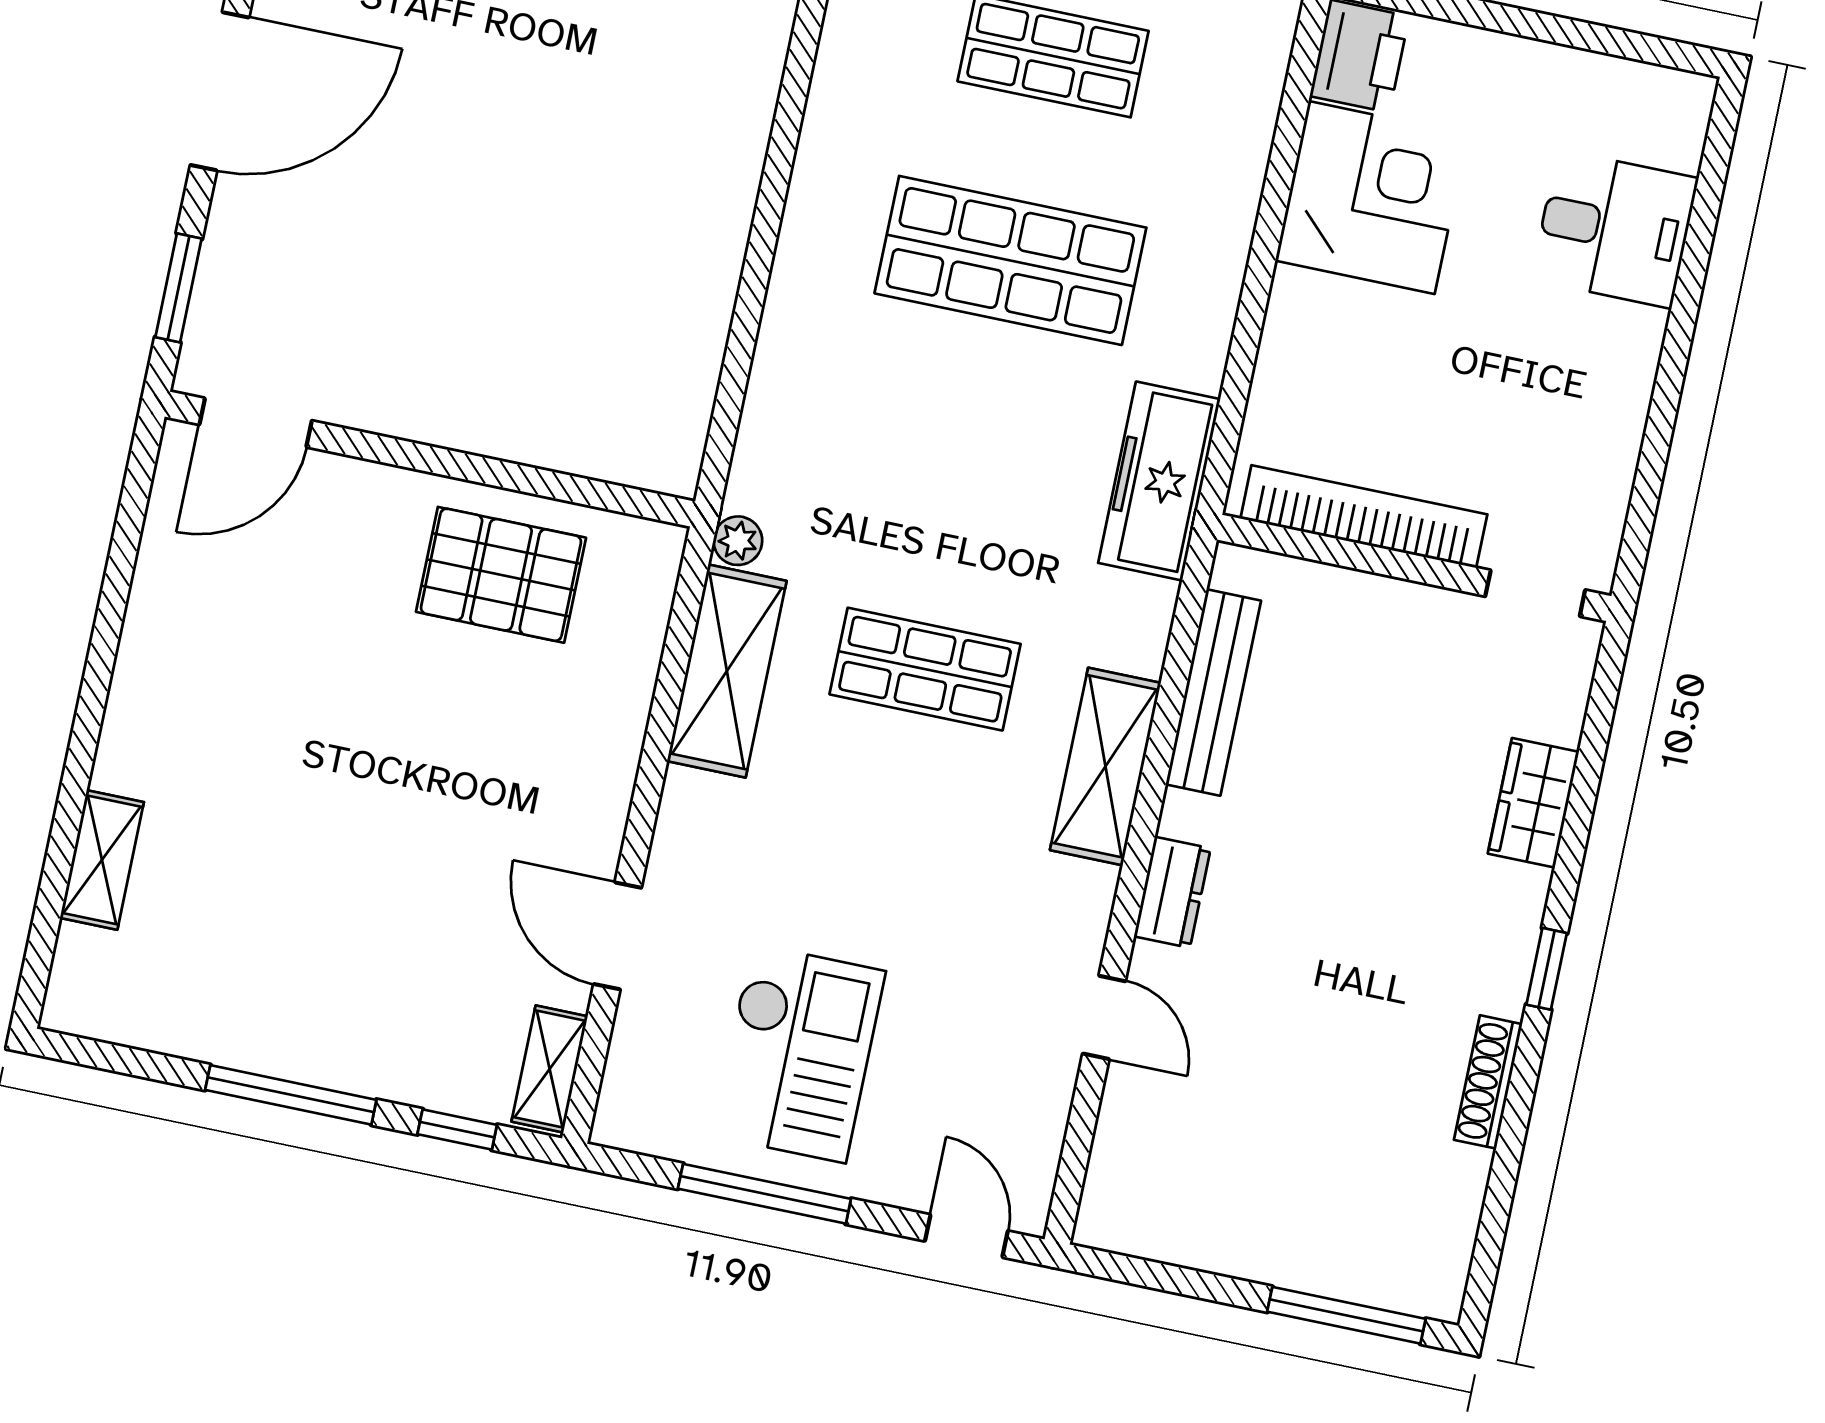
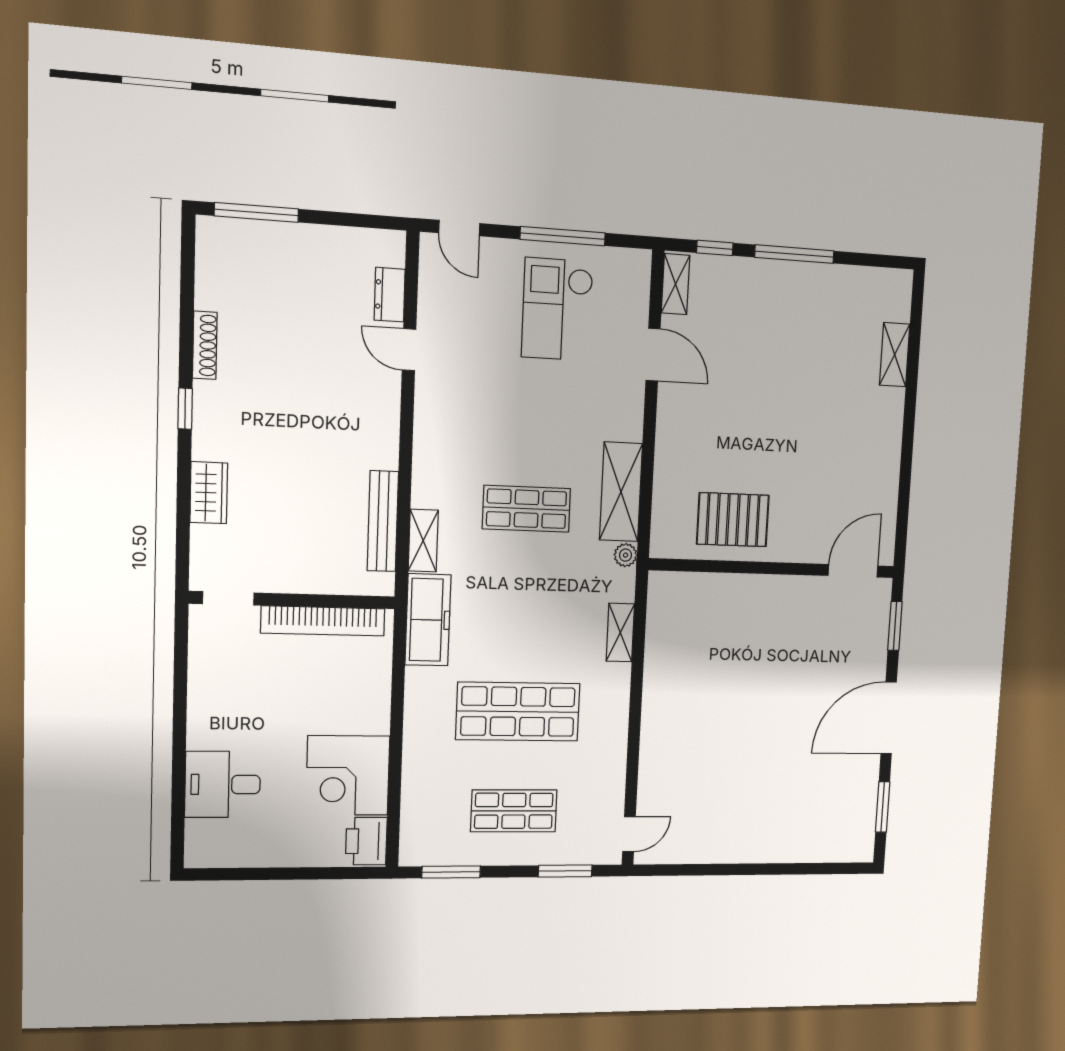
shelving: (774, 384) -> (620, 632), added
shelving: (1105, 766) -> (423, 541), moved, width x0.67, depth x0.75
dresser: (1172, 892) -> (390, 295), moved

